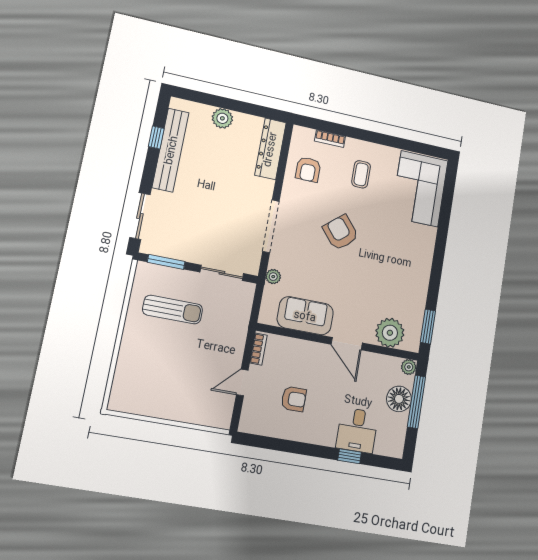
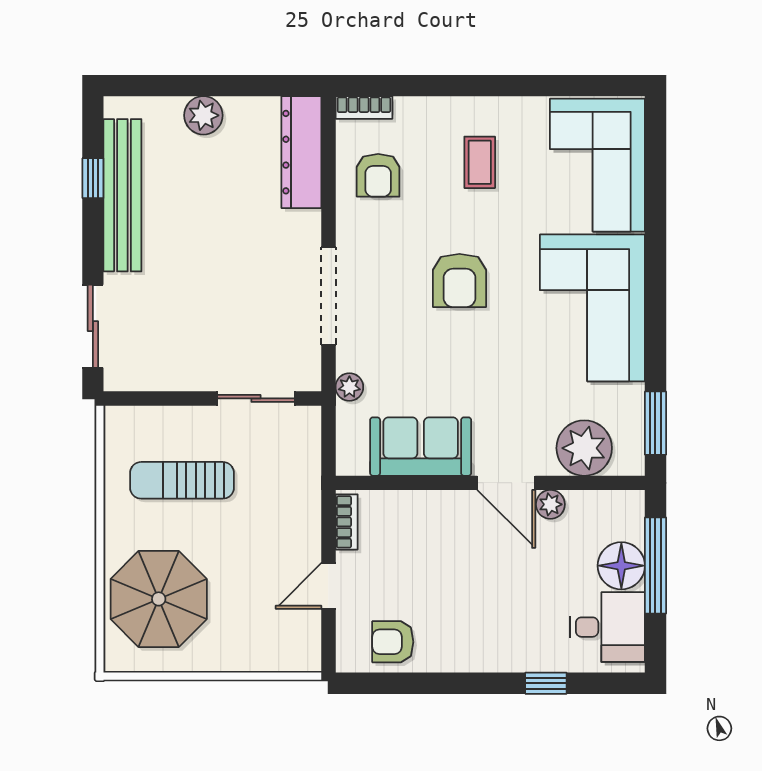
bookcase: (330, 139) -> (364, 107), moved
armchair: (341, 232) -> (459, 280), turned -140
corner sofa: (406, 261) -> (592, 308), added
window: (166, 262) -> (154, 398), removed
sun lounger: (173, 310) -> (182, 480), turned 180
plant: (409, 367) -> (550, 504), moved
parasol: (146, 373) -> (159, 599), added
armchair: (294, 399) -> (393, 642), moved, turned 180
desk: (357, 430) -> (607, 627), moved, turned -90

